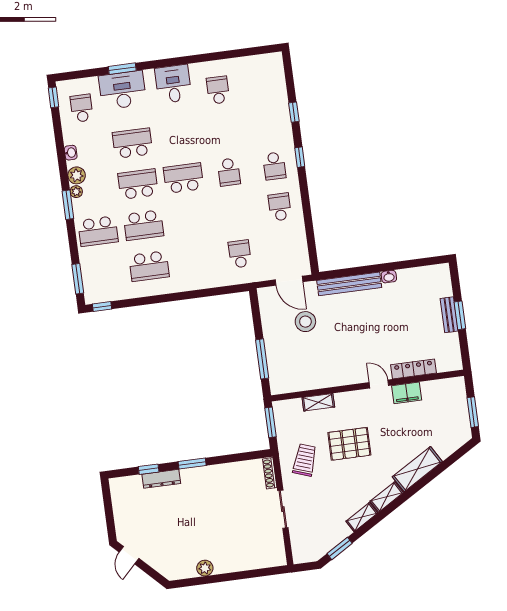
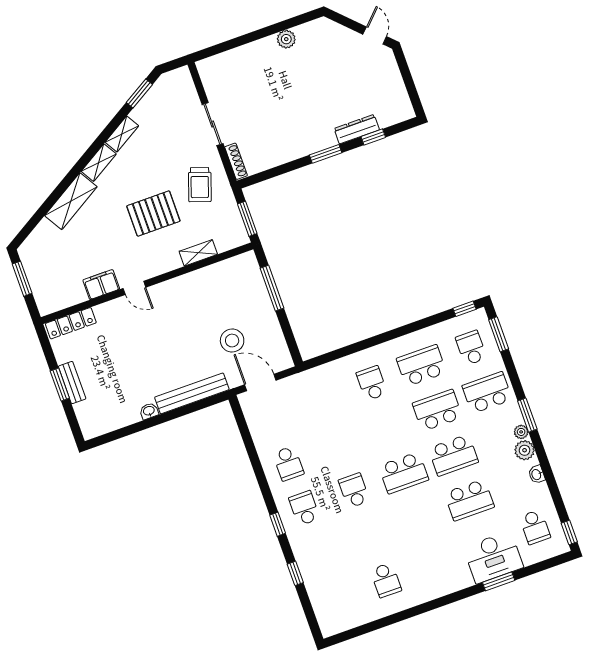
desk: (173, 84) -> (438, 576), removed
school desk: (240, 254) -> (372, 383), moved, turned 180
school desk: (104, 272) -> (471, 348), added
locker: (414, 369) -> (71, 323), moved

